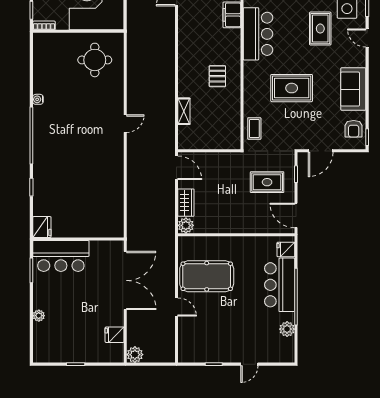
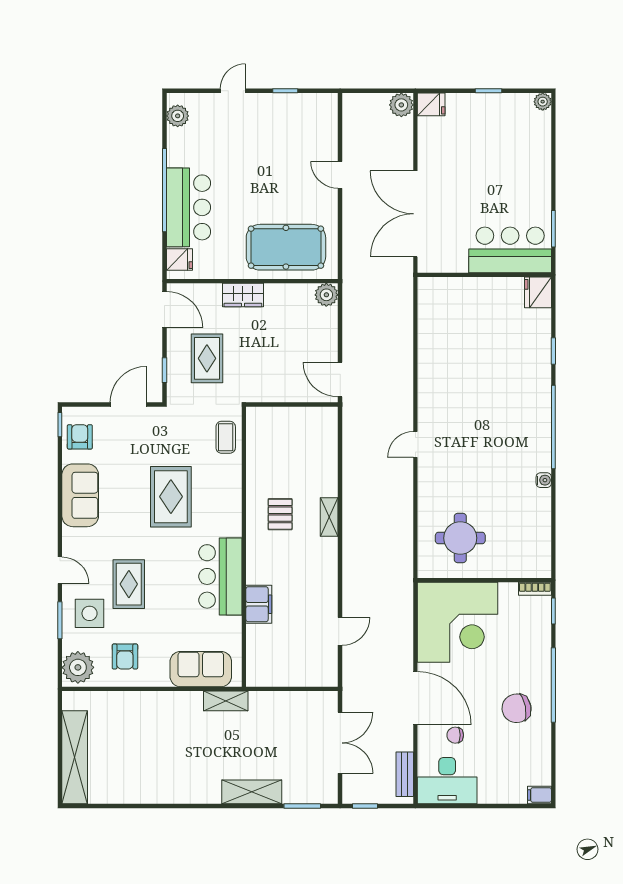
rug: (292, 88) -> (171, 497), turned 90
shelving: (184, 111) -> (329, 517), moved
rug: (267, 182) -> (207, 358), turned 90
wardrobe: (186, 203) -> (243, 295), moved, turned -90
pool table: (207, 276) -> (286, 247), moved
plant: (39, 316) -> (543, 102), moved
plant: (287, 329) -> (178, 116), moved
fridge: (115, 335) -> (431, 104), moved

